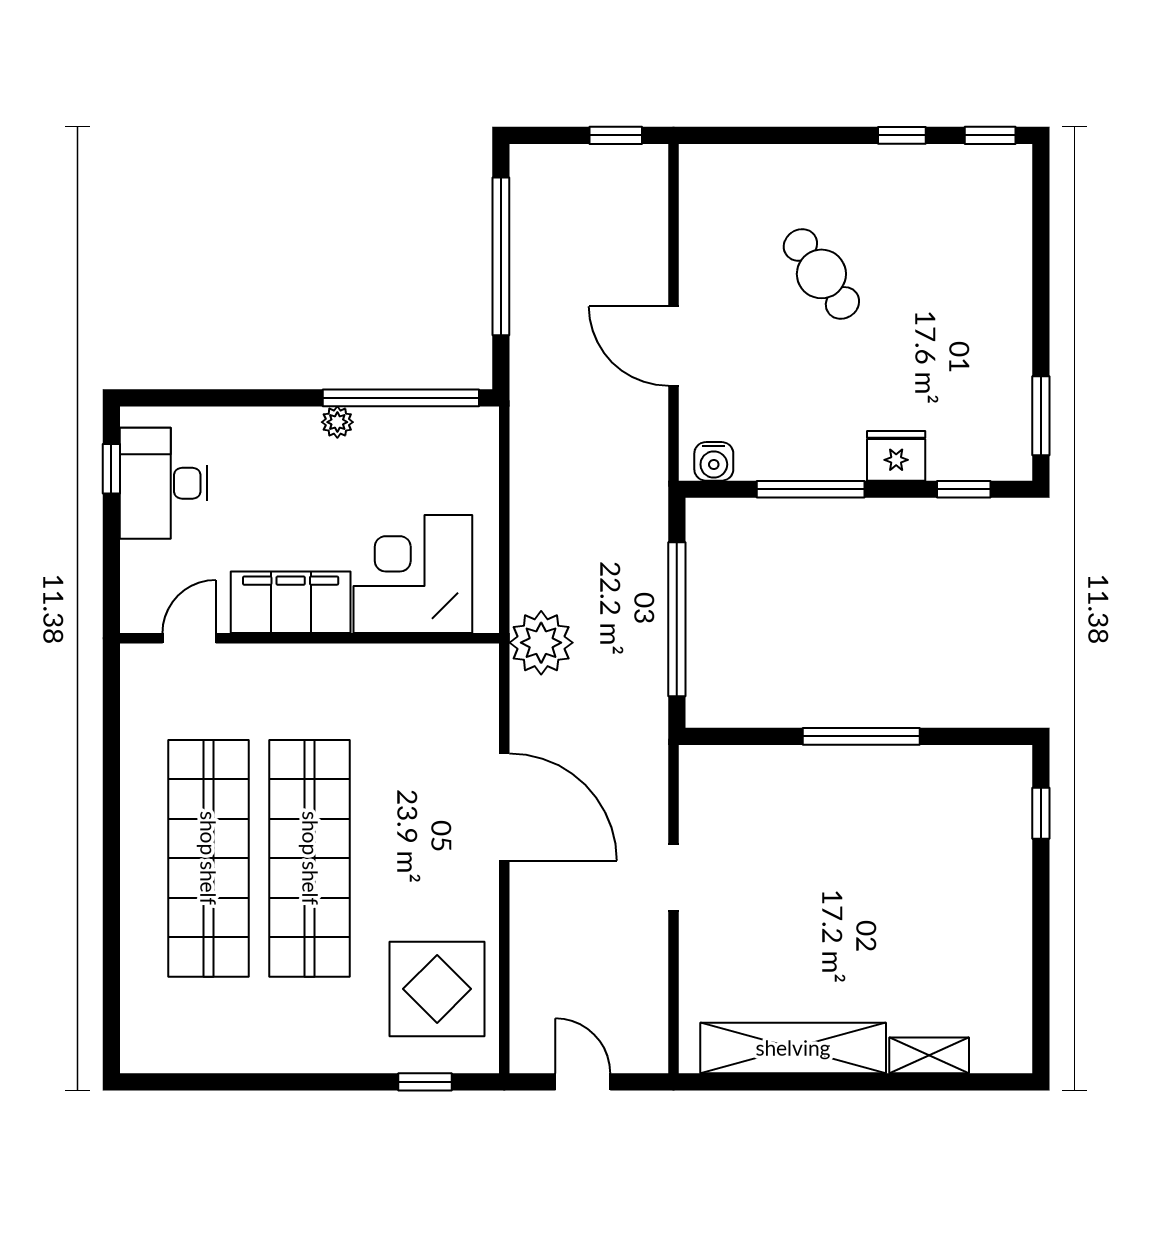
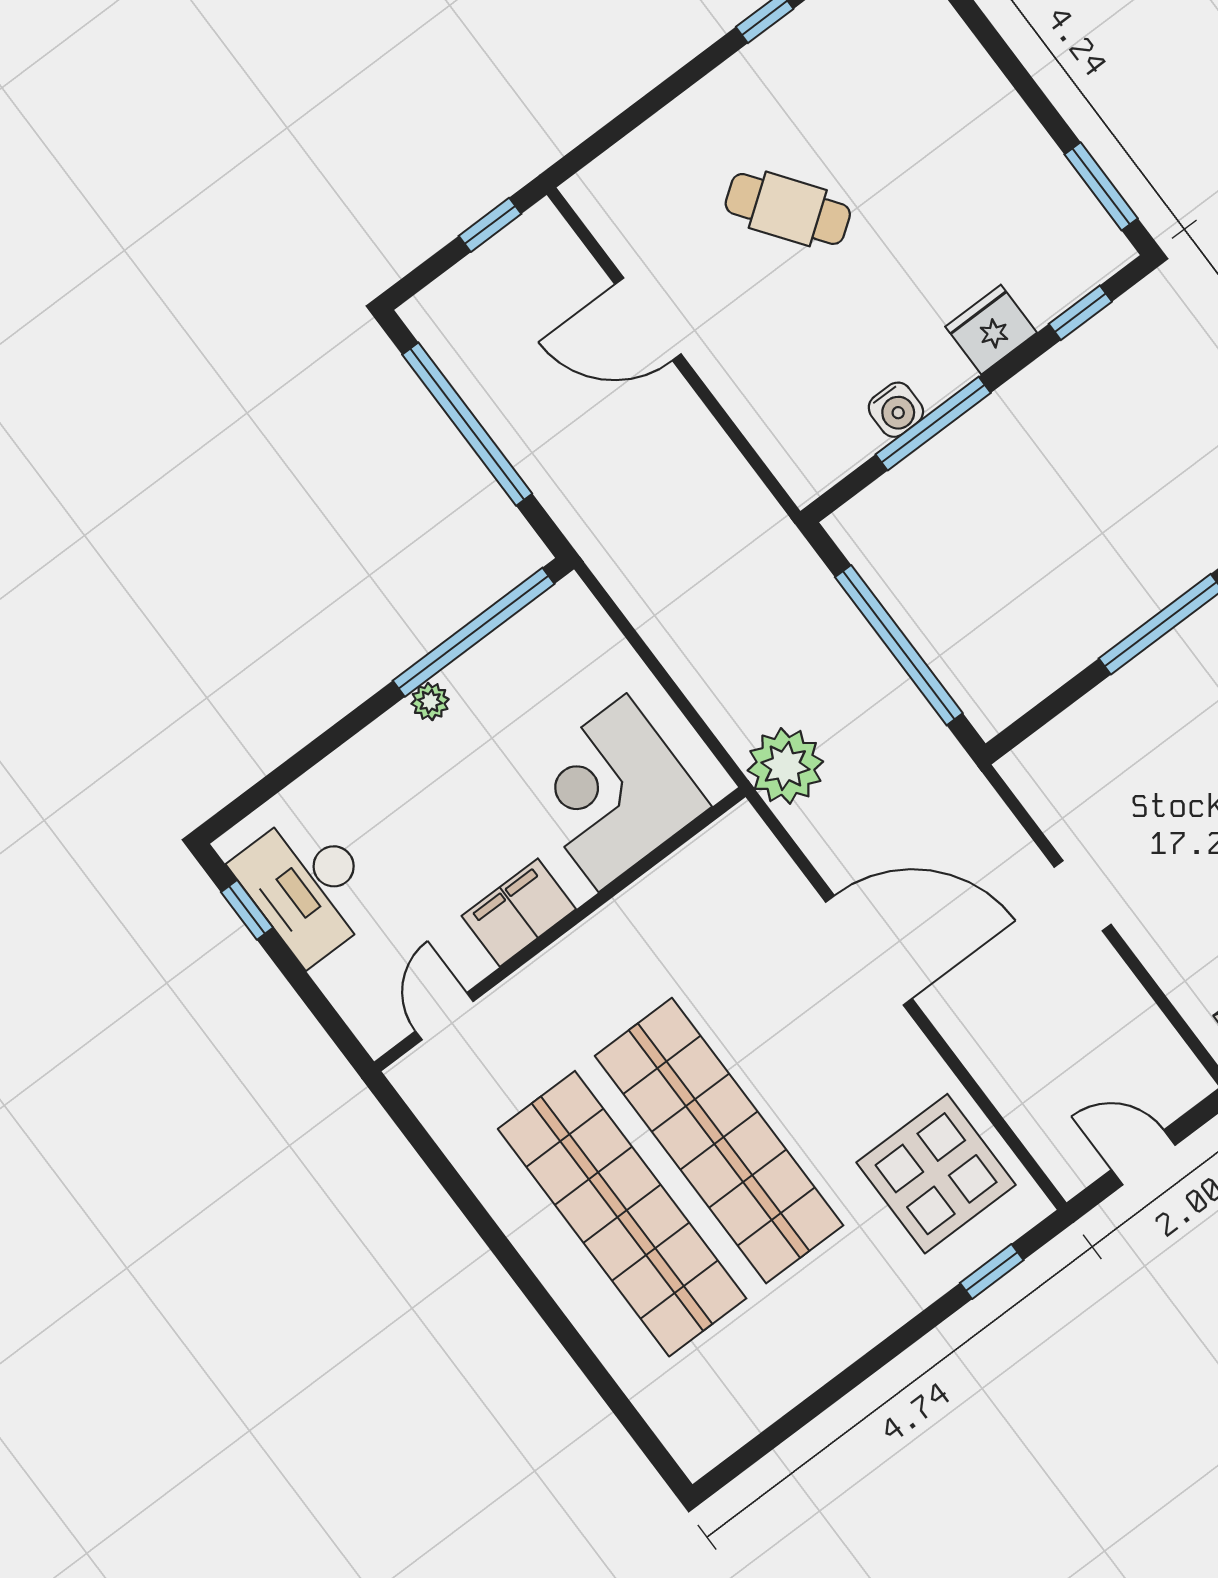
door: (674, 346) -> (648, 319), moved
water cooler: (714, 461) -> (896, 410), moved
filing cabinet: (291, 602) -> (519, 913), width x0.67, depth x0.86

